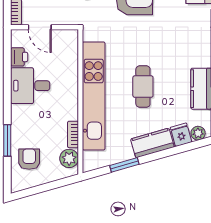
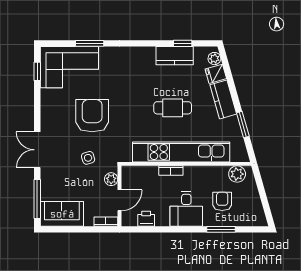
plant: (63, 18) -> (111, 179), added
desk: (30, 86) -> (186, 209), moved
bookcase: (73, 134) -> (171, 171), moved
armchair: (29, 159) -> (222, 201), moved, turned 90

